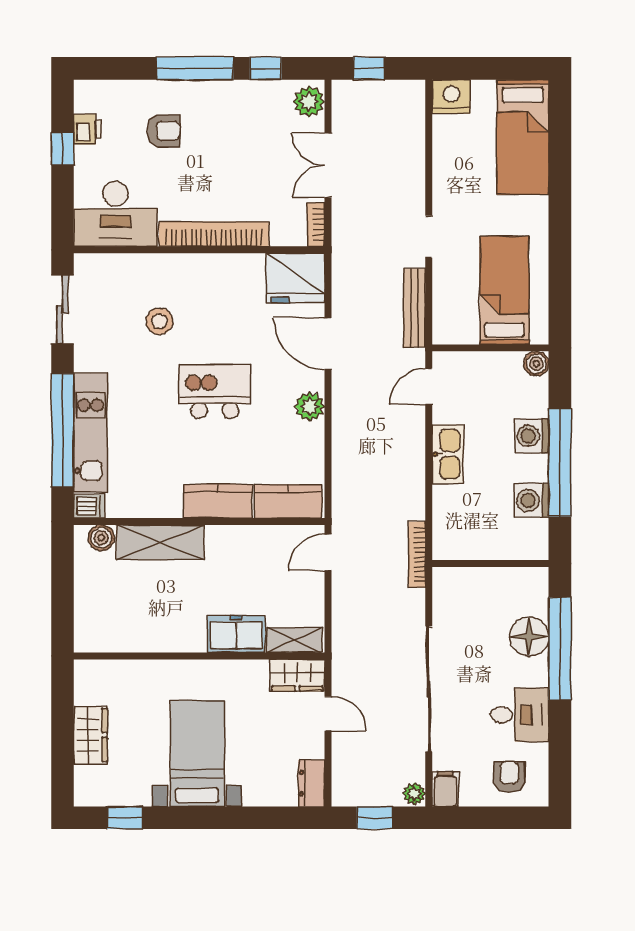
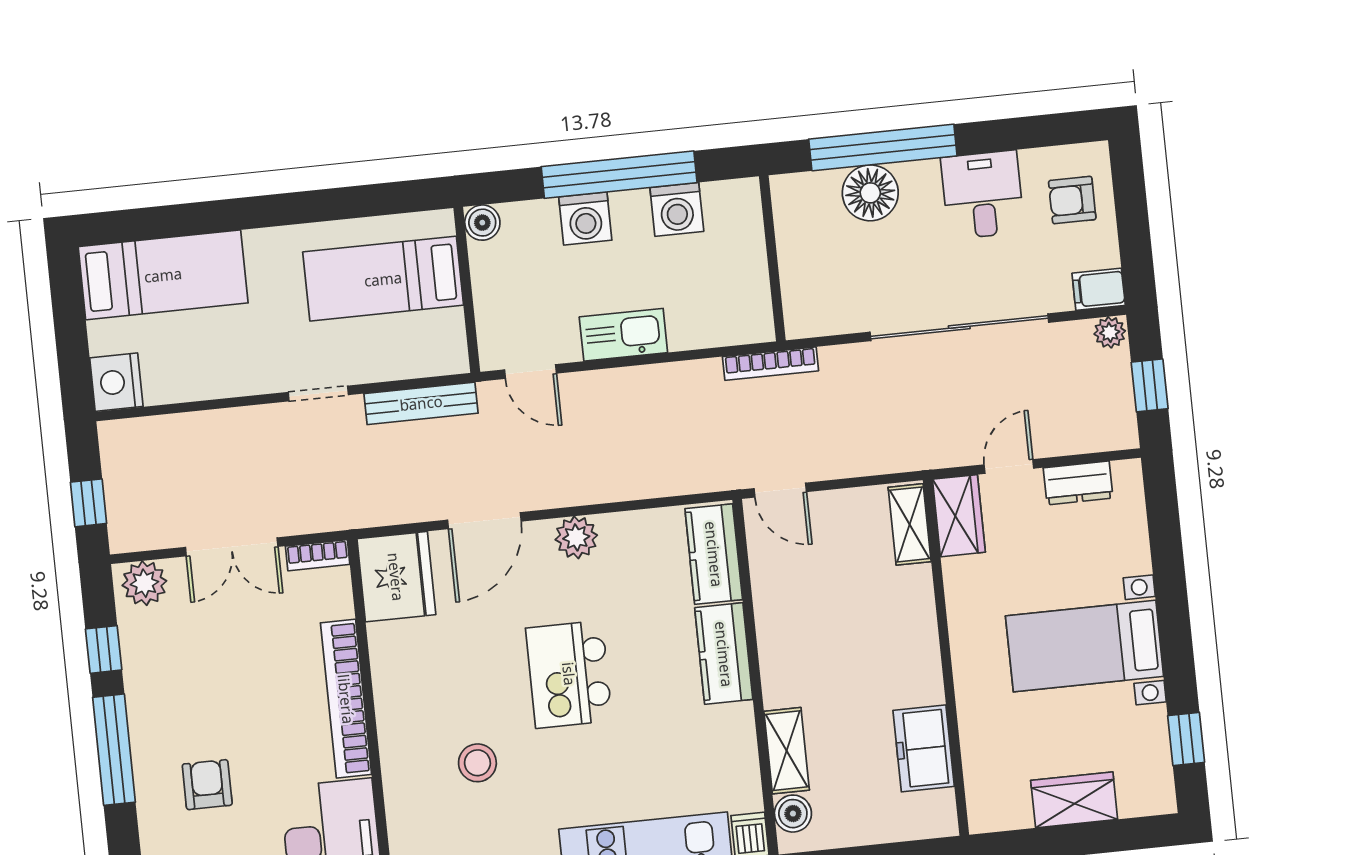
shelving: (160, 542) -> (787, 751), width x0.67, depth x0.75
freezer: (236, 634) -> (924, 748), moved
dresser: (312, 783) -> (1078, 483), moved

